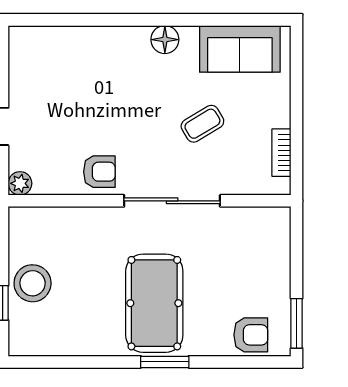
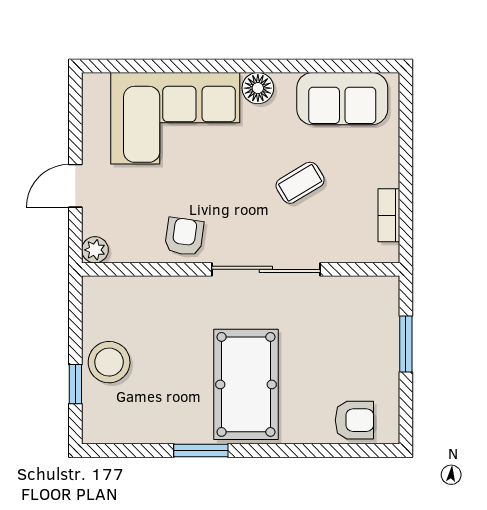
corner sofa: (91, 66) -> (175, 118), added
armchair: (99, 172) -> (184, 237), turned -82
window: (297, 323) -> (406, 344), moved
window: (165, 362) -> (201, 451), moved

